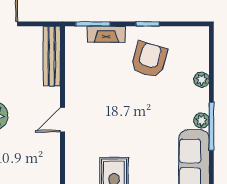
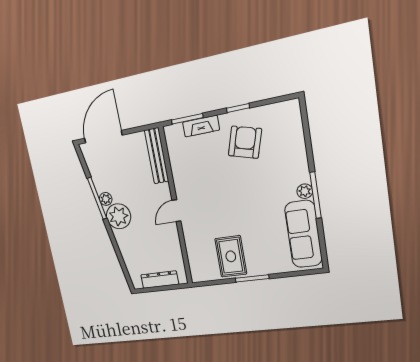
plant: (202, 80) -> (299, 152), removed

